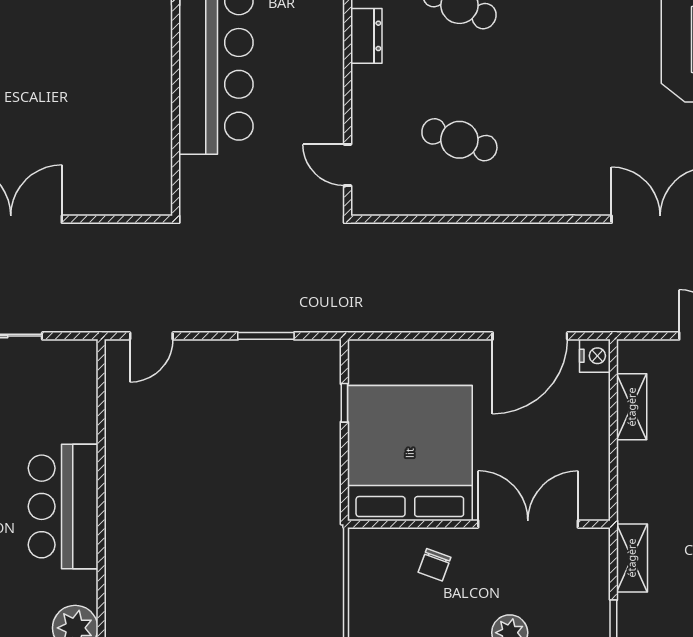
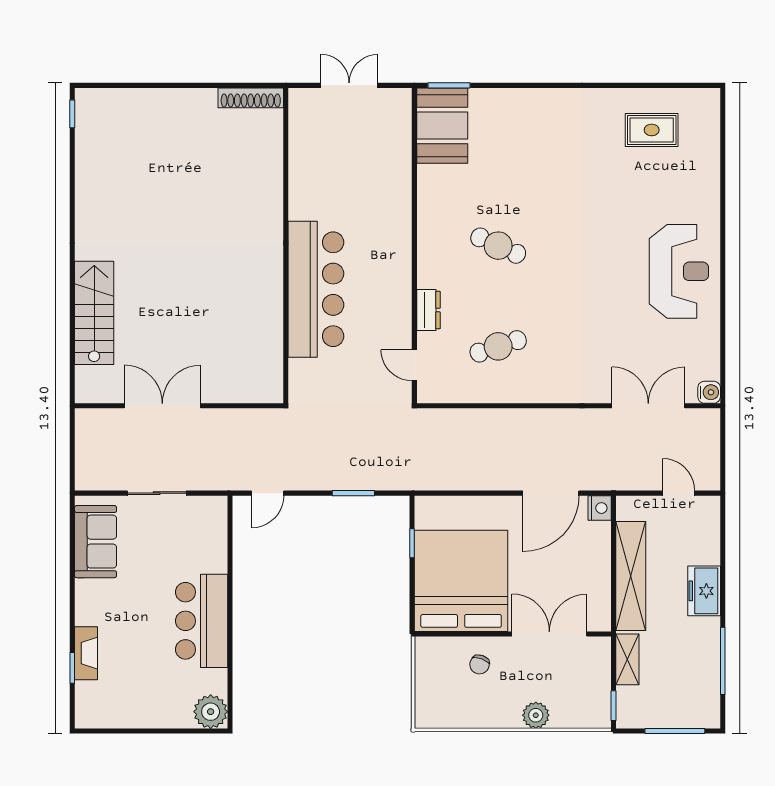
dresser: (366, 36) -> (428, 310), moved
cafe table: (459, 140) -> (498, 346), turned -36
shelving: (632, 407) -> (631, 576), width x2.20, depth x1.33

